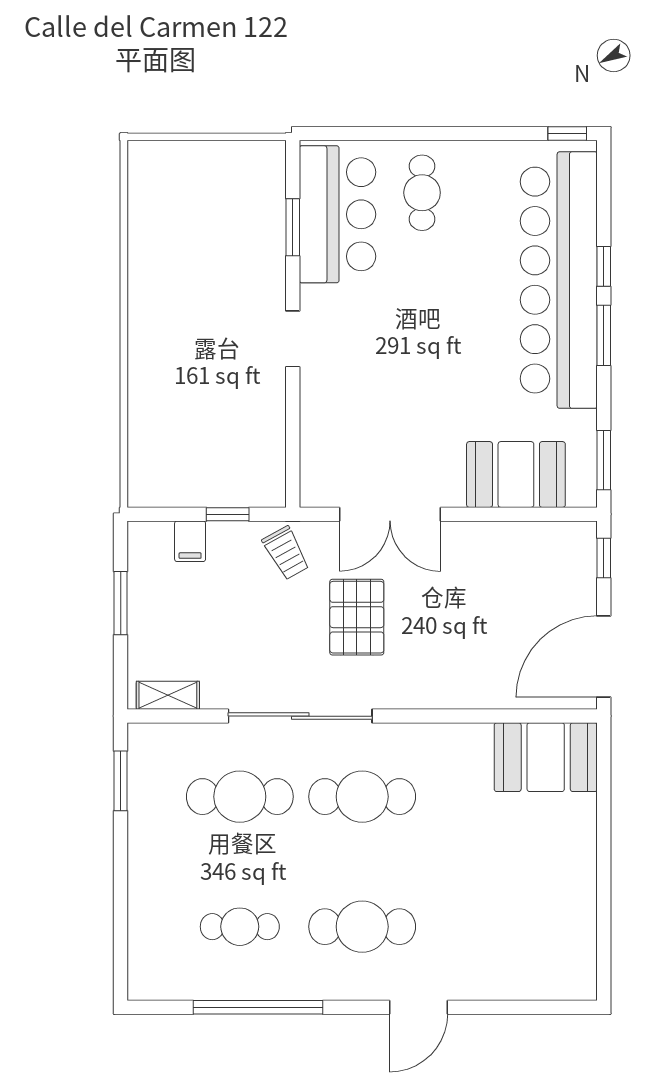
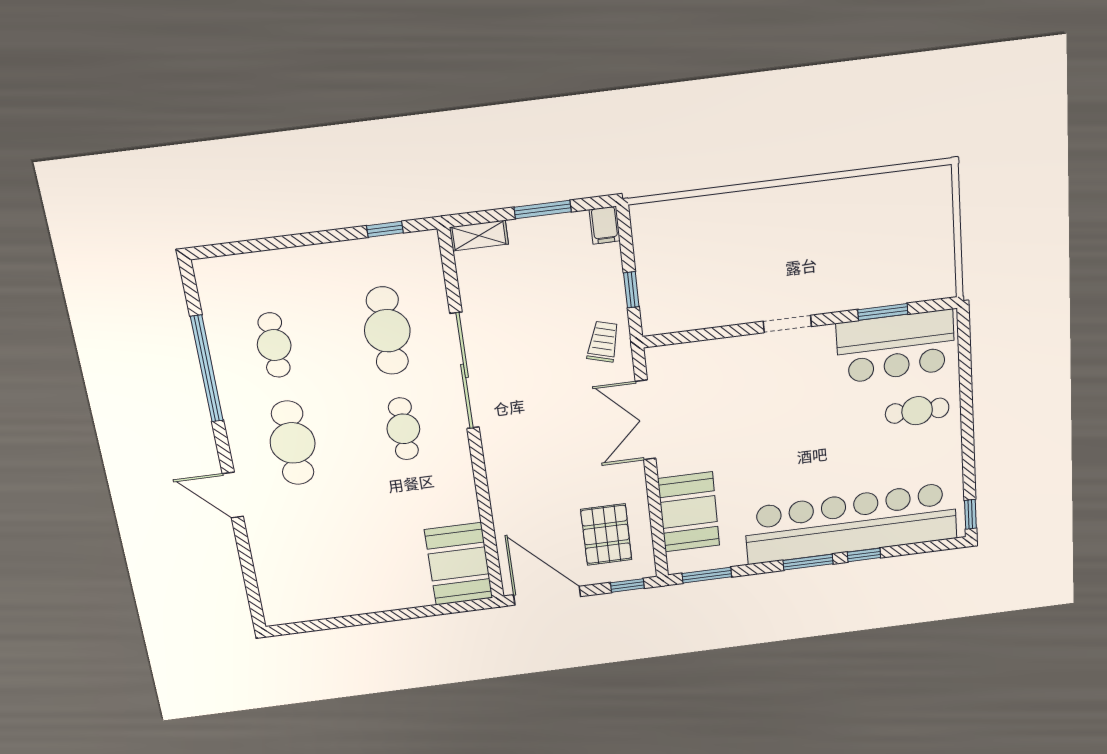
filing cabinet: (190, 541) -> (605, 225), moved, turned -90
trolley: (286, 553) -> (603, 342), turned 135
pallet: (357, 617) -> (606, 534), moved, turned 90
shelving: (168, 695) -> (479, 236), moved, turned 90
window: (121, 781) -> (385, 229), width x0.67
cafe table: (362, 797) -> (403, 429), width x0.73, depth x0.74

